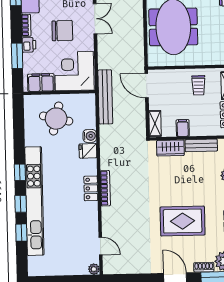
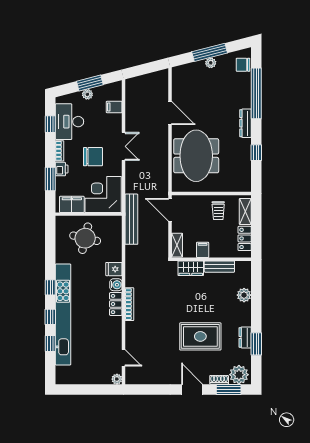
water cooler: (90, 136) -> (116, 285), moved

